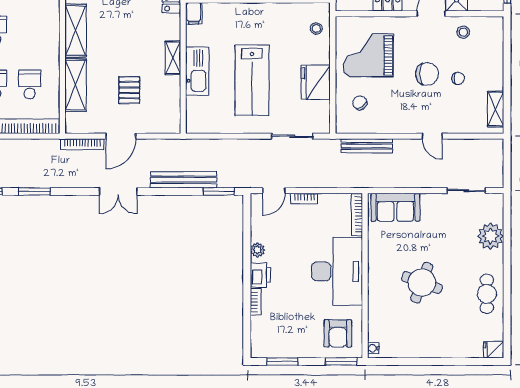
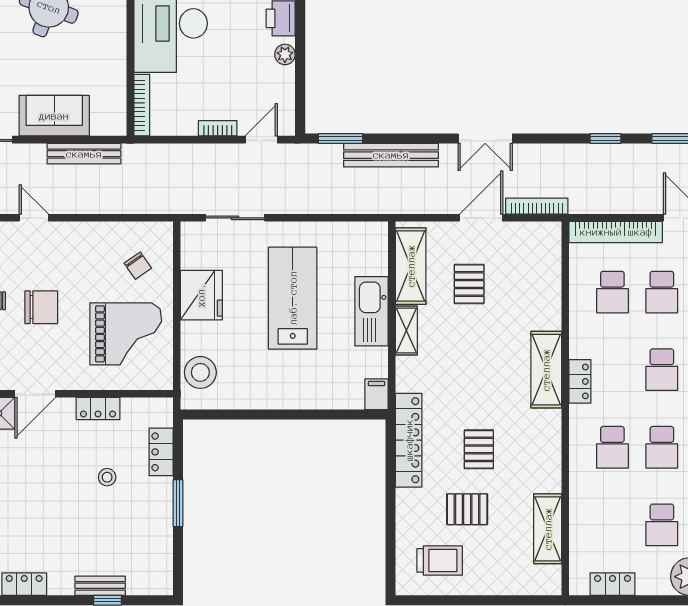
locker: (52, 22) -> (580, 381), added
stool: (316, 29) -> (200, 372), width x1.89, depth x1.89
chair: (427, 74) -> (41, 307), turned 180
shelving: (76, 85) -> (411, 266), moved
bench: (367, 146) -> (84, 154), moved
window: (34, 191) -> (605, 138), width x0.67
double door: (118, 191) -> (485, 138), swing flipped
sofa: (395, 207) -> (54, 116), moved

